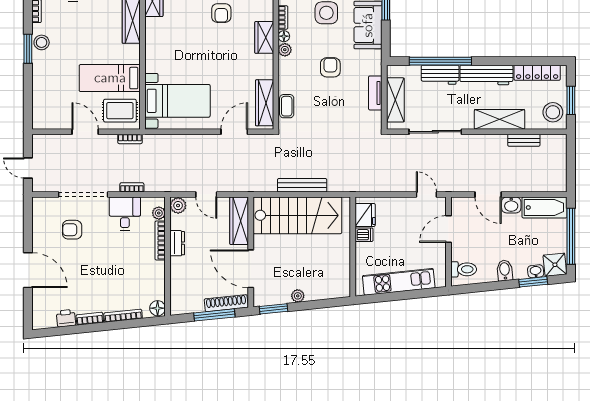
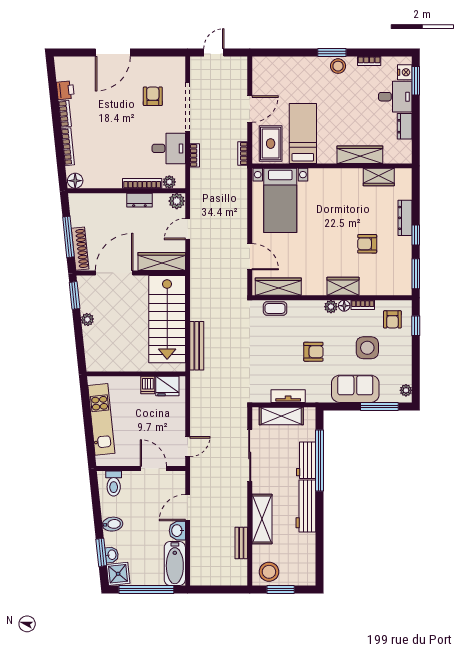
locker: (537, 73) -> (308, 556), removed
bench: (302, 185) -> (197, 346), moved

